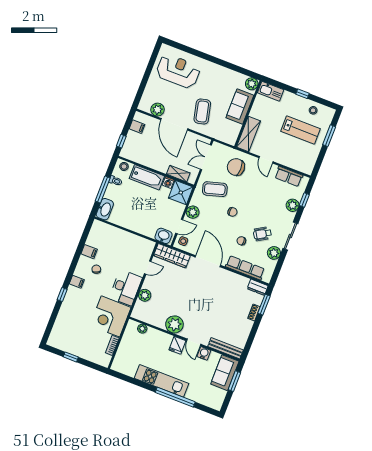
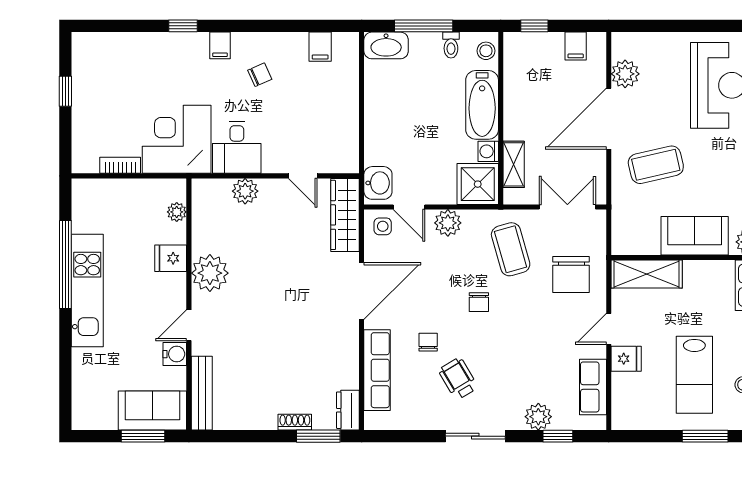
fridge: (282, 157) -> (626, 359), added
chair: (236, 167) -> (571, 274), turned 180
filing cabinet: (89, 252) -> (320, 47), moved
plant: (274, 253) -> (429, 416), removed
desk: (126, 288) -> (237, 147), width x0.73
fridge: (177, 345) -> (171, 258), moved
window: (175, 397) -> (65, 264), moved

